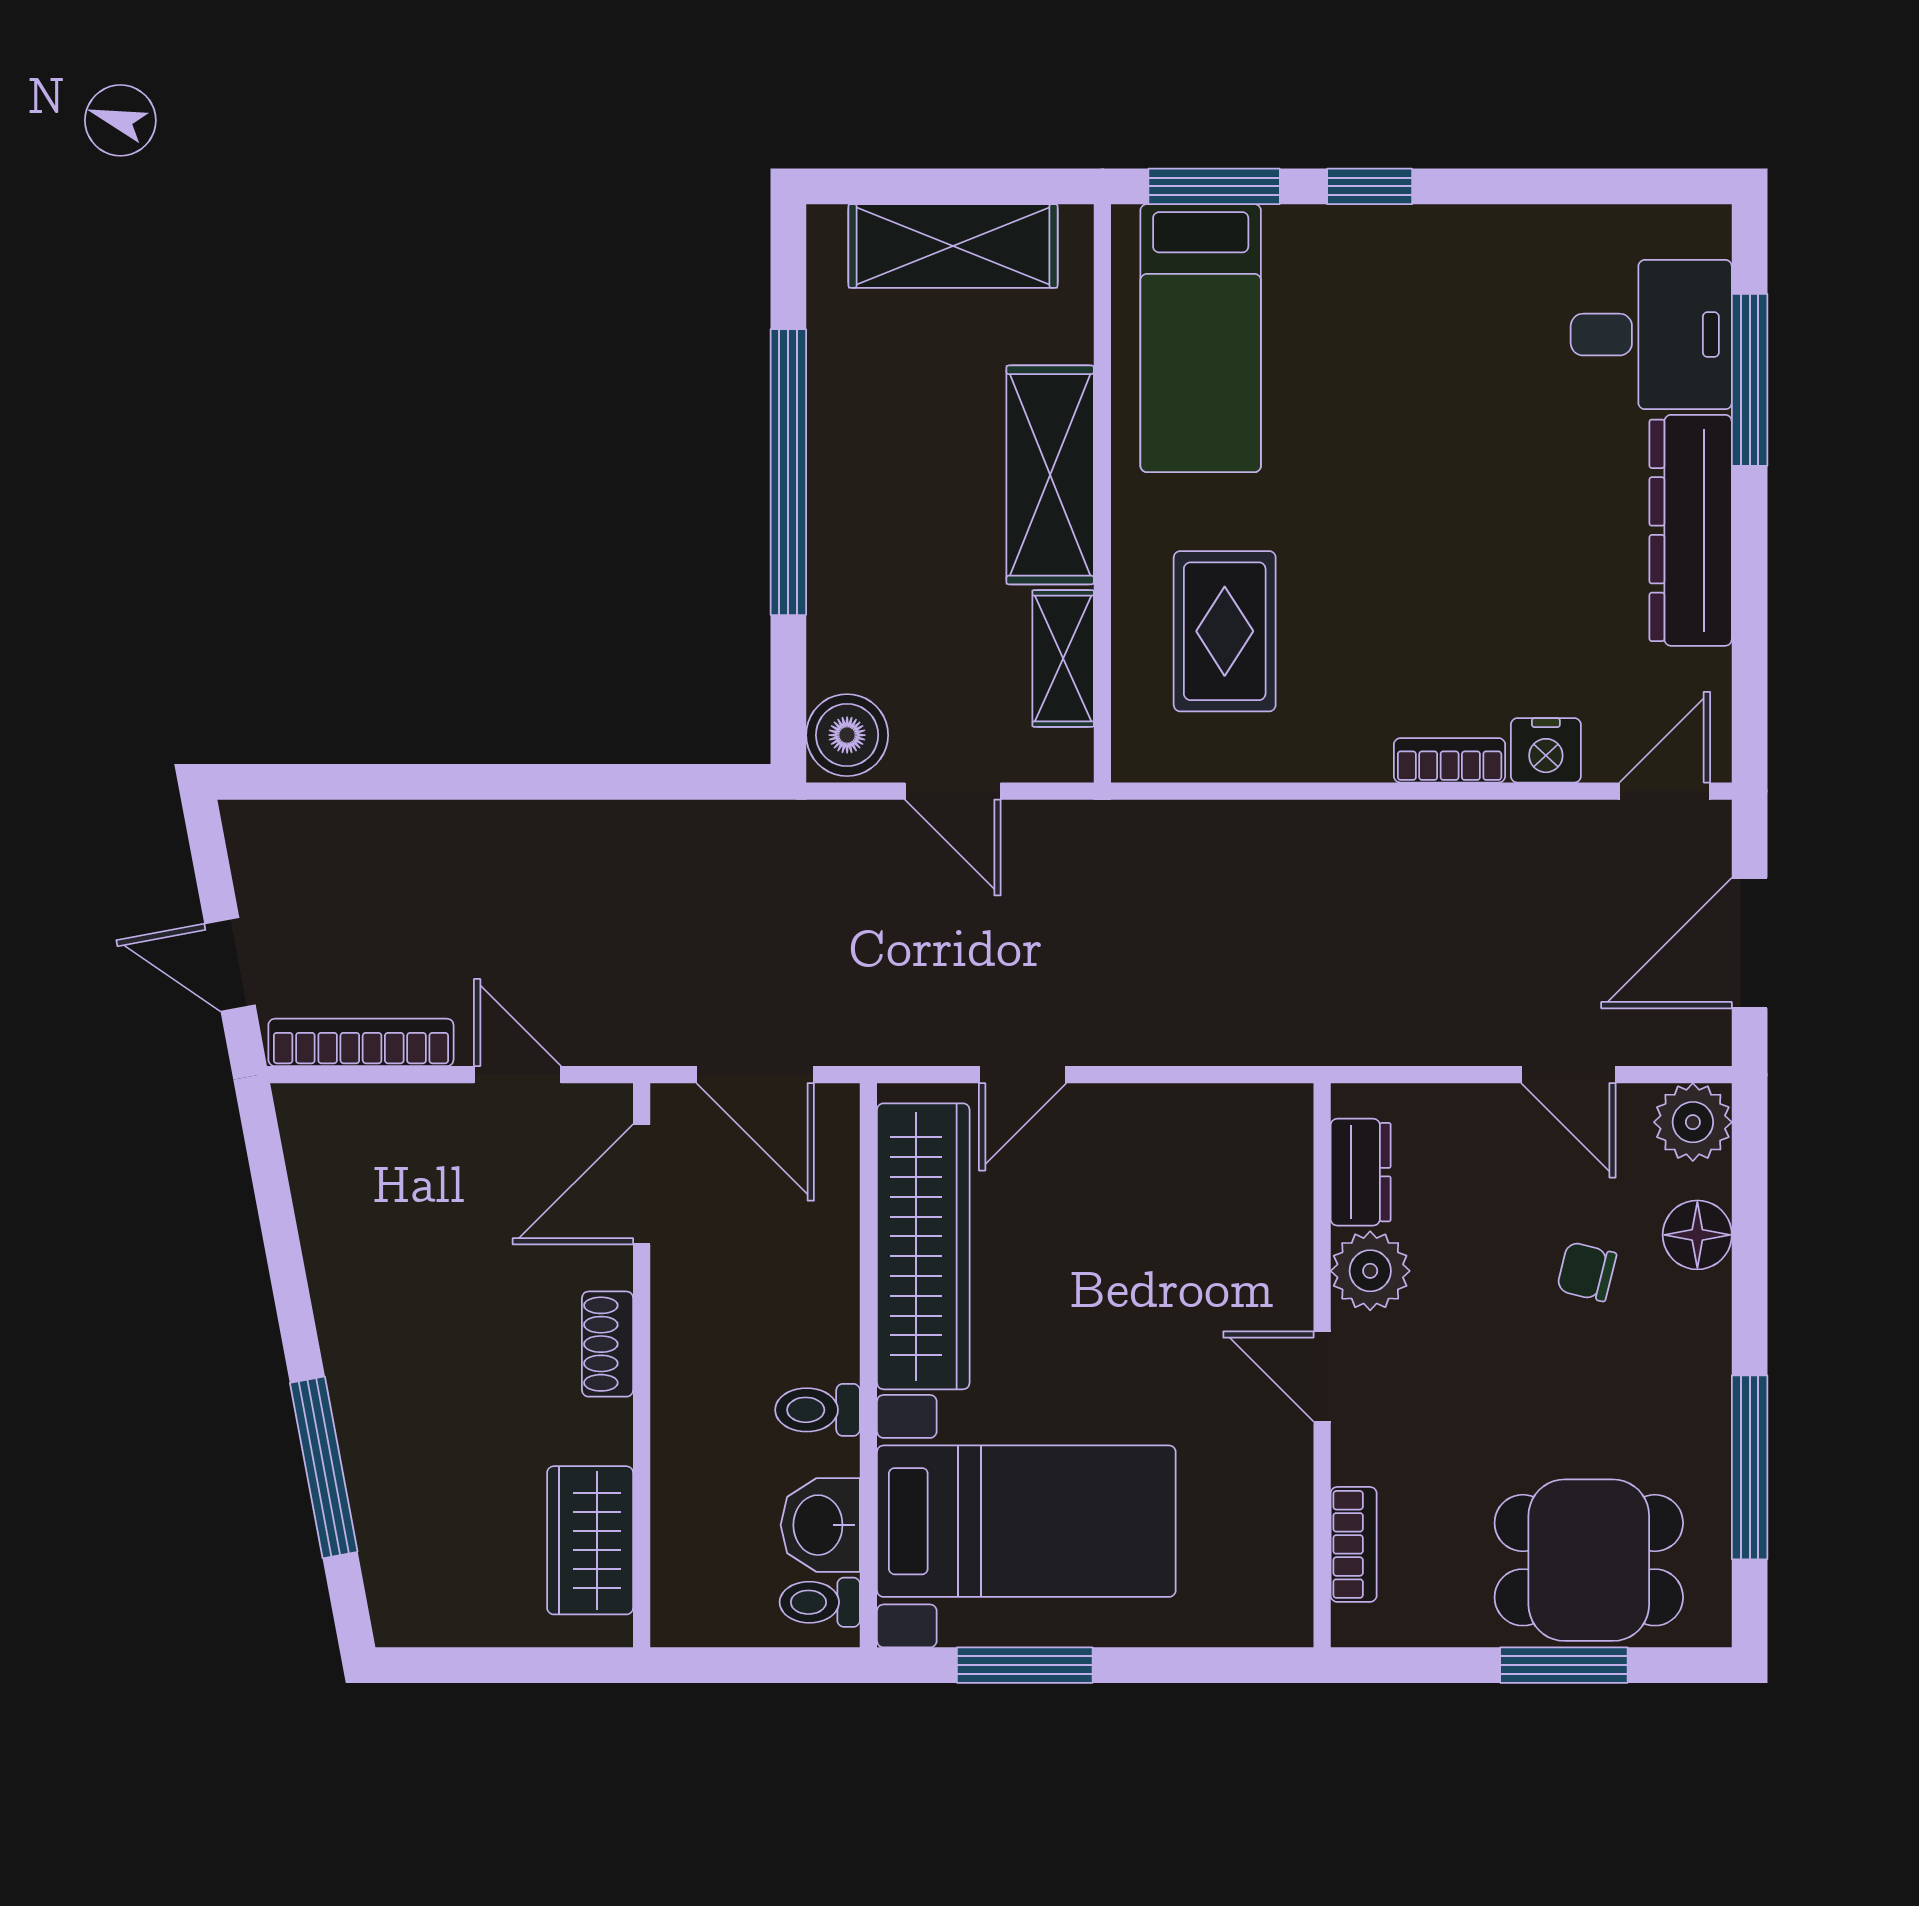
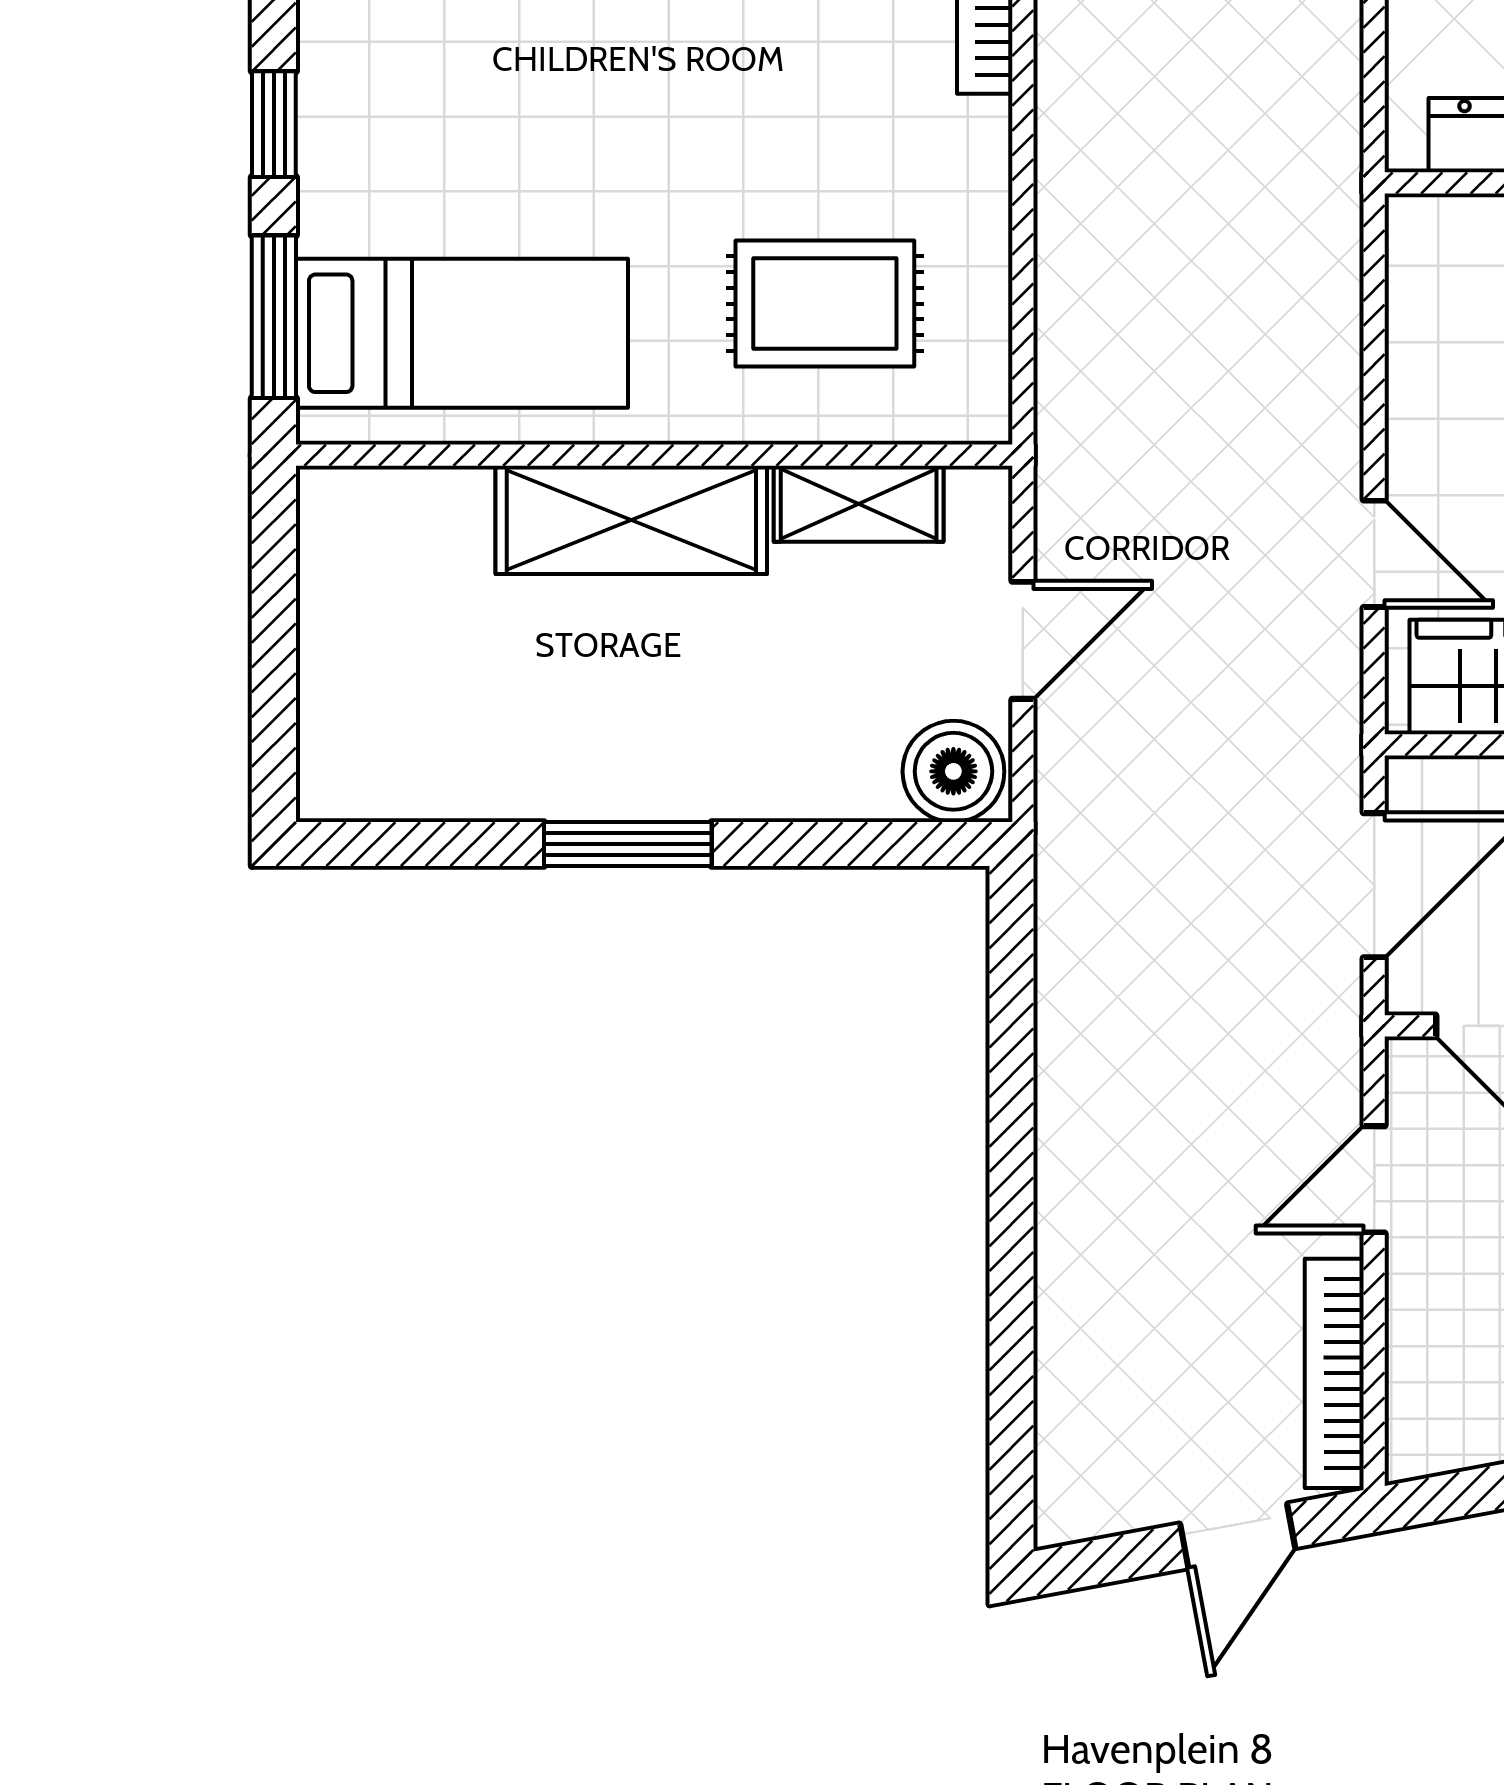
shelving: (953, 246) -> (348, 640), removed
window: (788, 472) -> (628, 844), width x0.47

